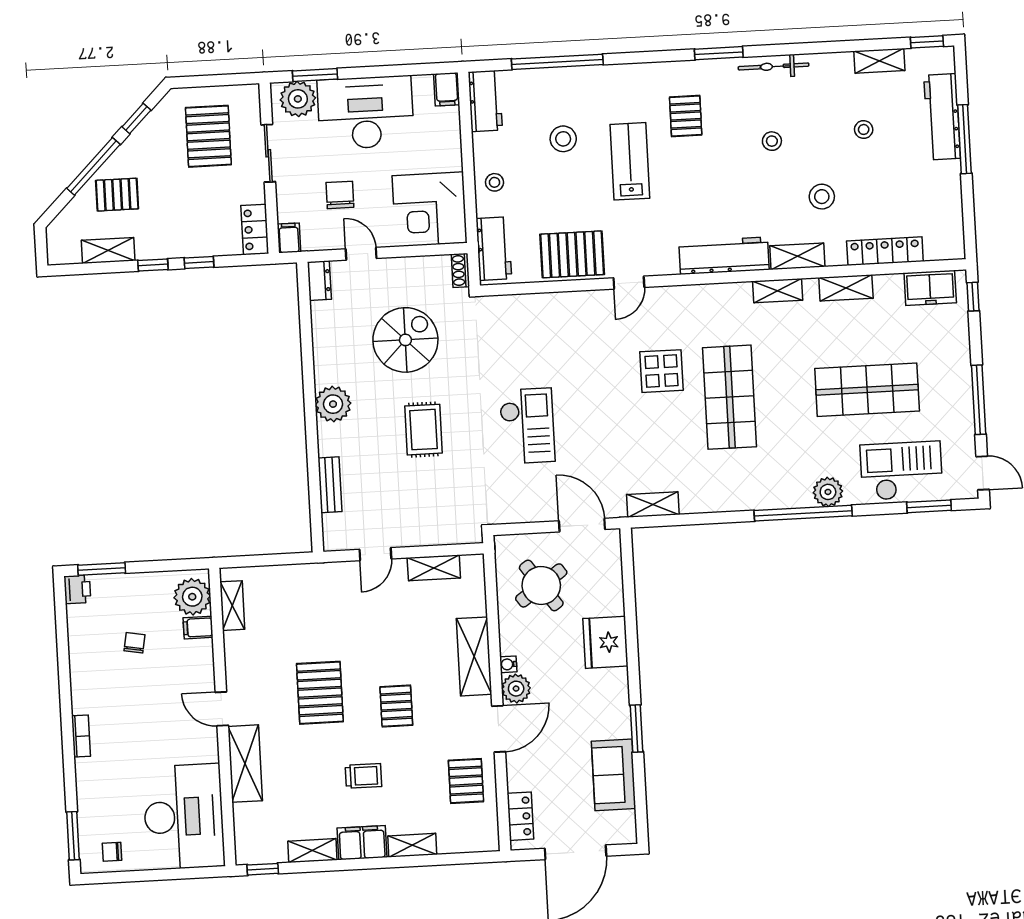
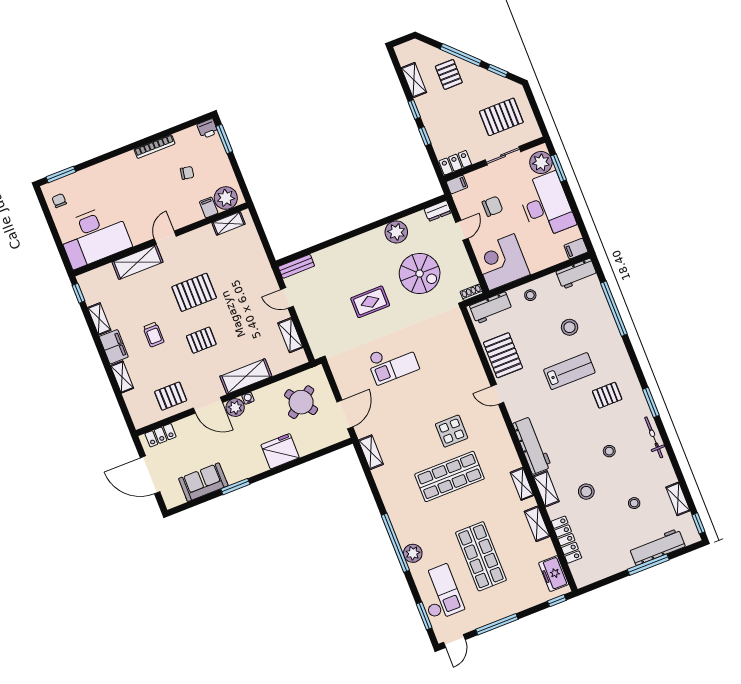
plant: (333, 404) -> (396, 232), moved
bench: (330, 485) -> (296, 266), moved
bookcase: (81, 736) -> (155, 147), moved, width x1.56

